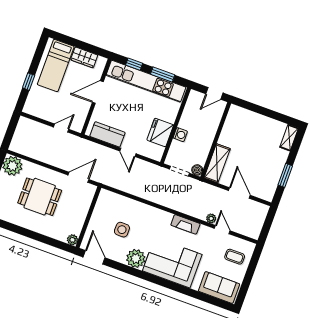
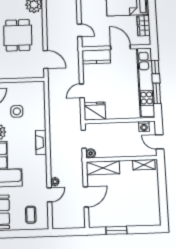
fridge: (160, 132) -> (95, 111), moved
kitchen counter: (107, 134) -> (96, 57), moved, turned 90
washing machine: (180, 135) -> (144, 127), moved
shelving: (289, 138) -> (144, 165), moved
fireplace: (185, 224) -> (41, 142), moved

